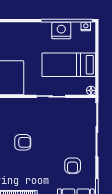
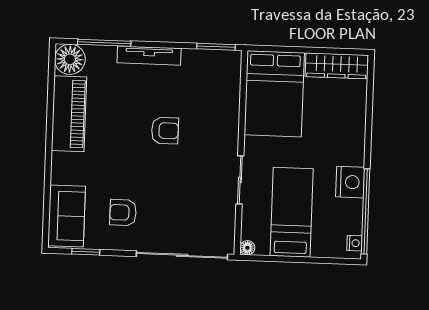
nightstand: (61, 30) -> (350, 182), moved
armchair: (23, 142) -> (165, 131), turned -90

